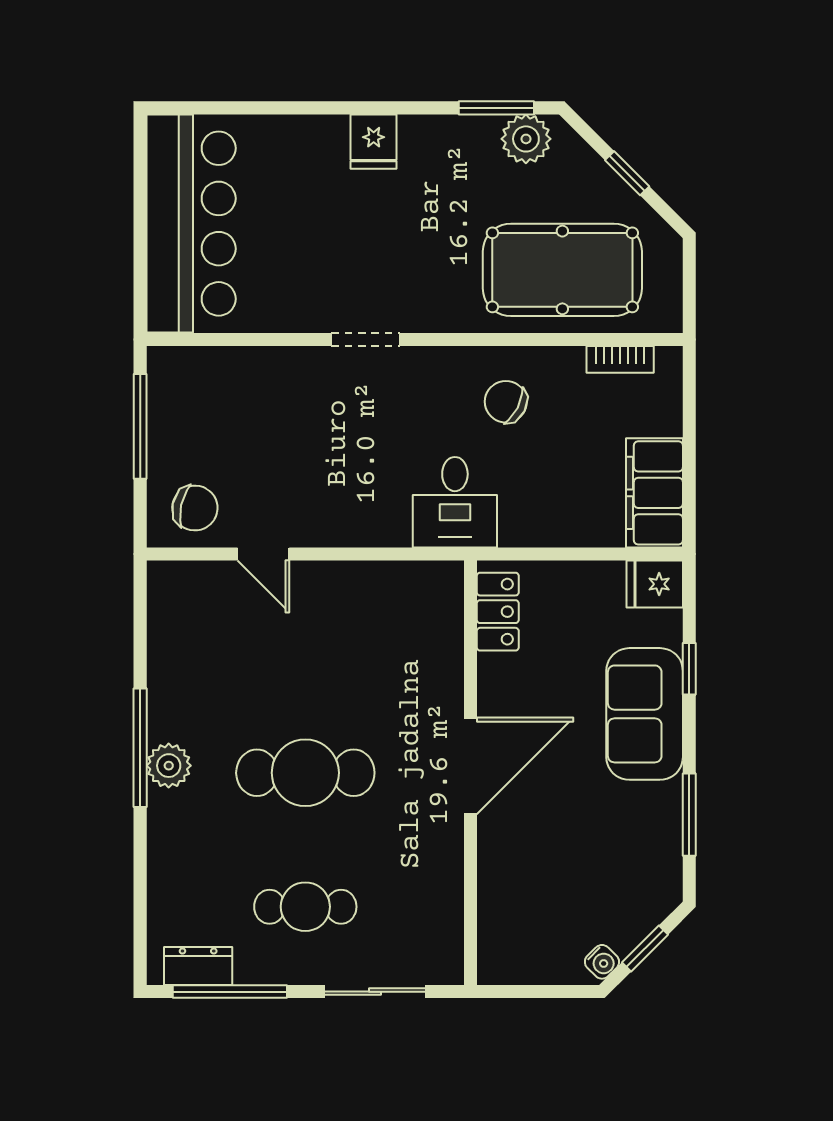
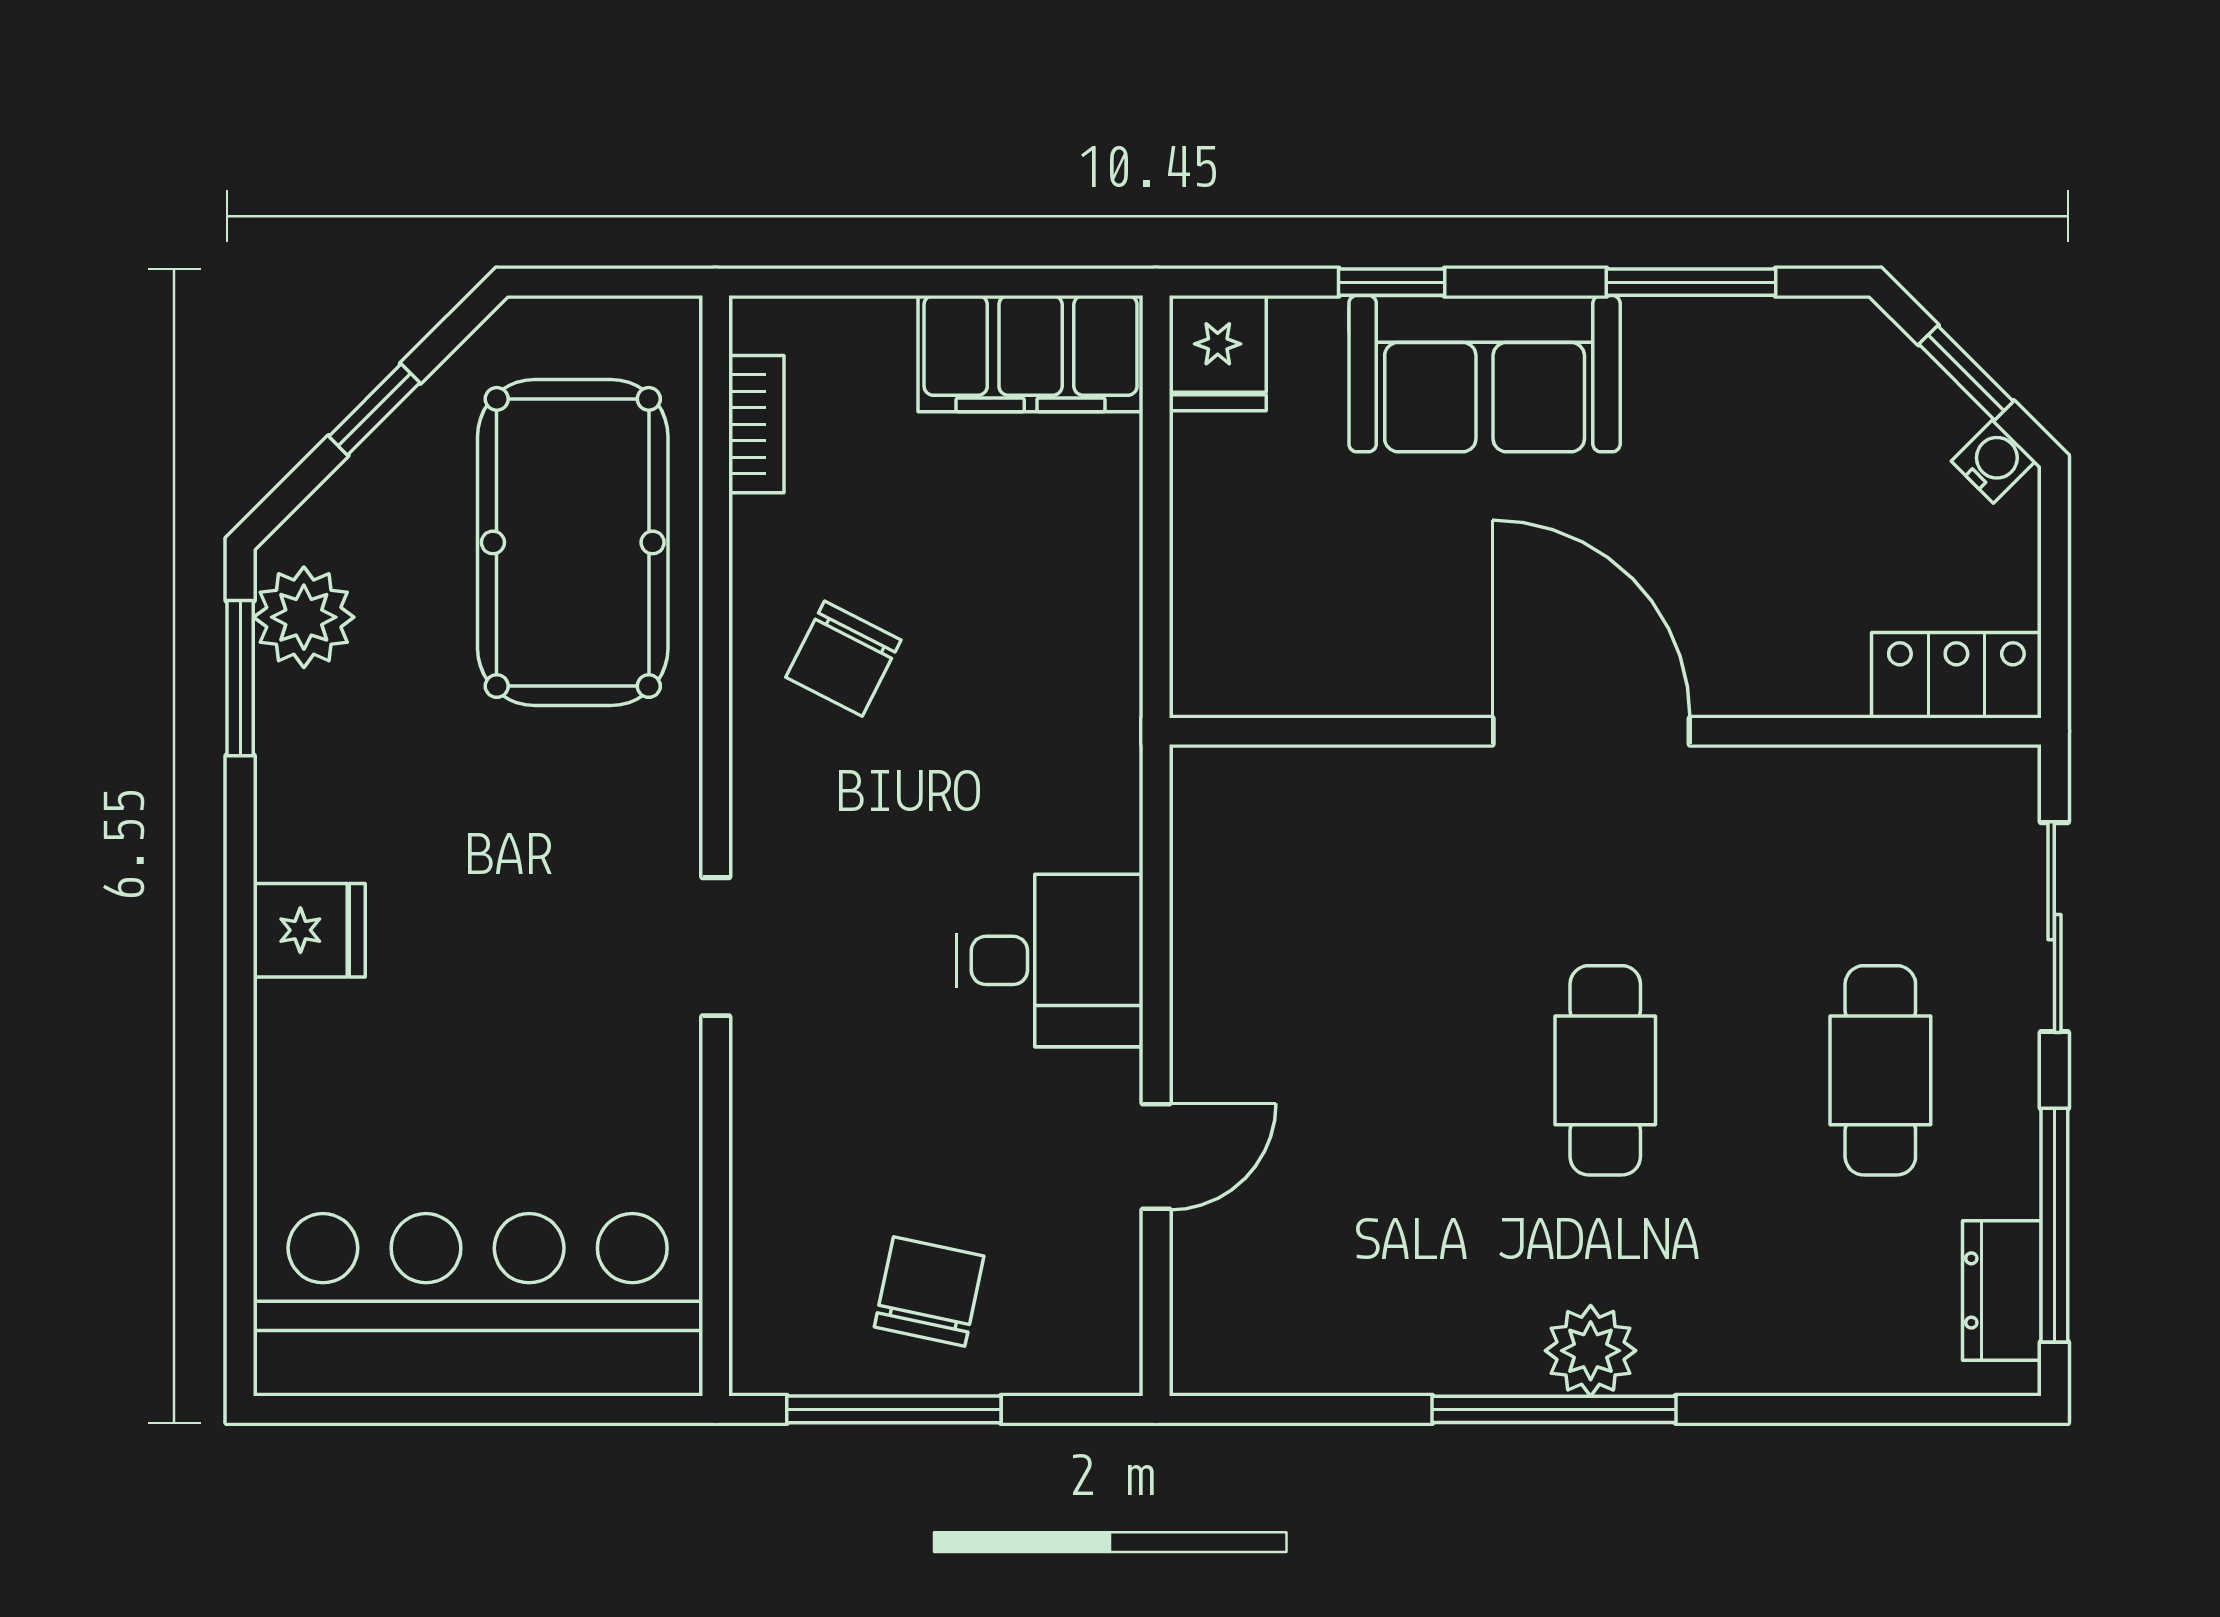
desk: (455, 502) -> (1050, 960), moved
chair: (195, 508) -> (929, 1291), moved
locker: (498, 612) -> (1956, 675), moved
cafe table: (305, 773) -> (1605, 1070), width x0.73, depth x0.74

